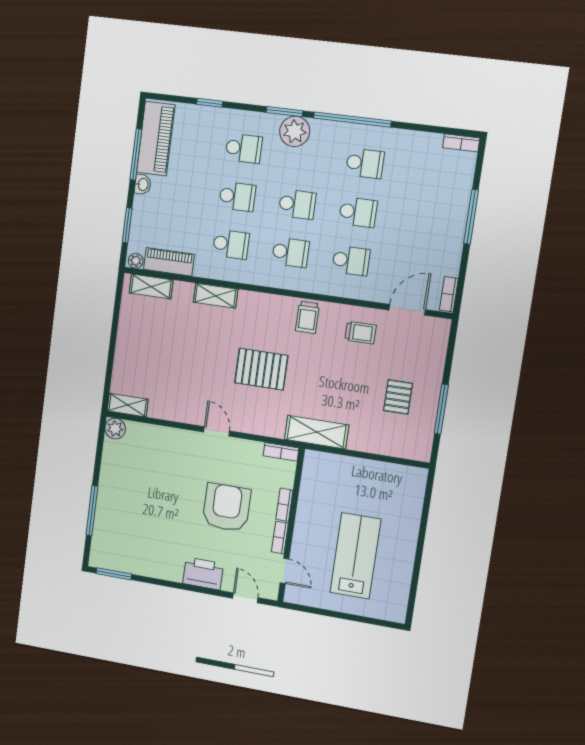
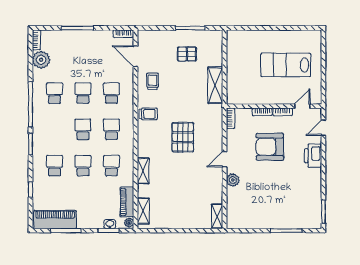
plant: (295, 131) -> (41, 60), moved
washbasin: (143, 184) -> (110, 224), moved
plant: (115, 429) -> (233, 180), moved
shelving: (317, 432) -> (215, 85), moved

